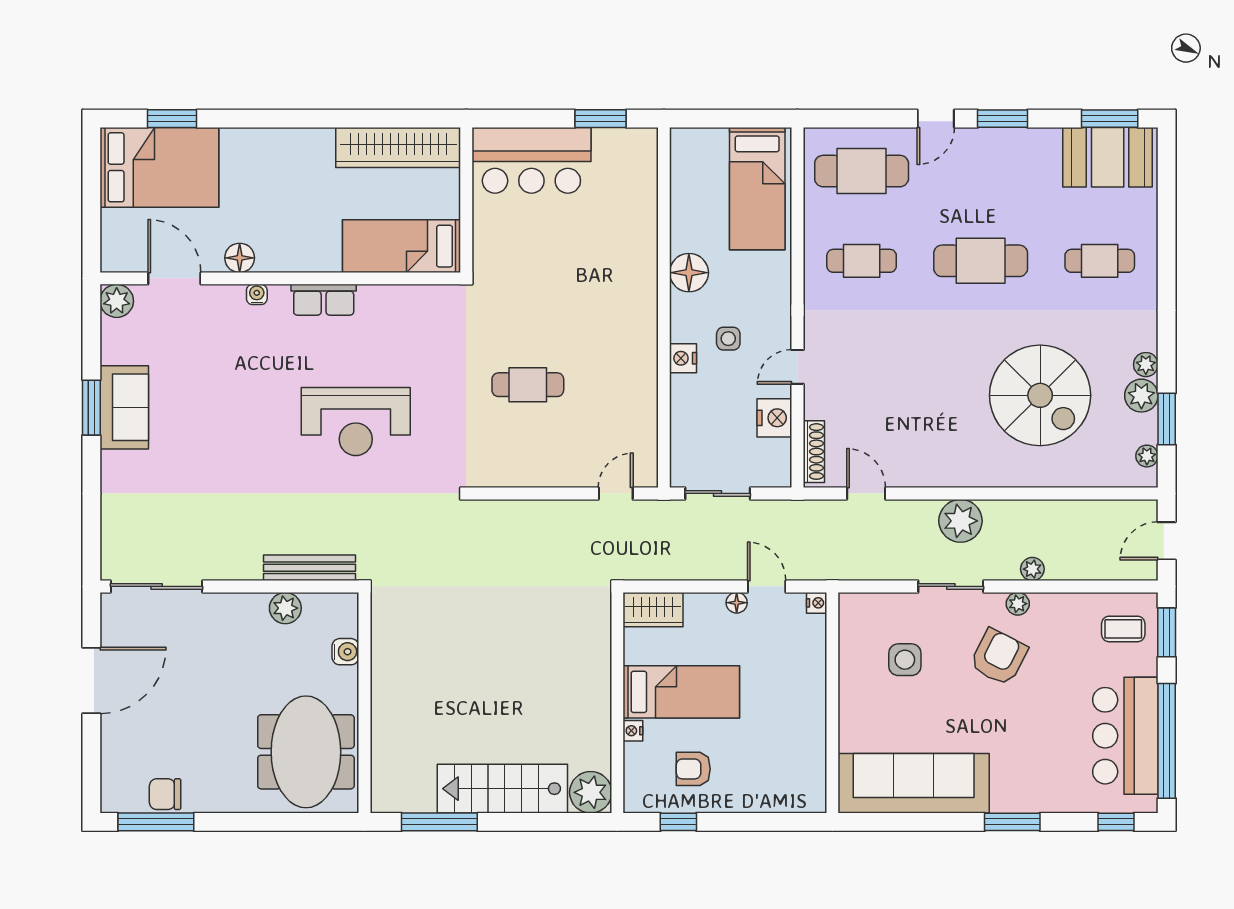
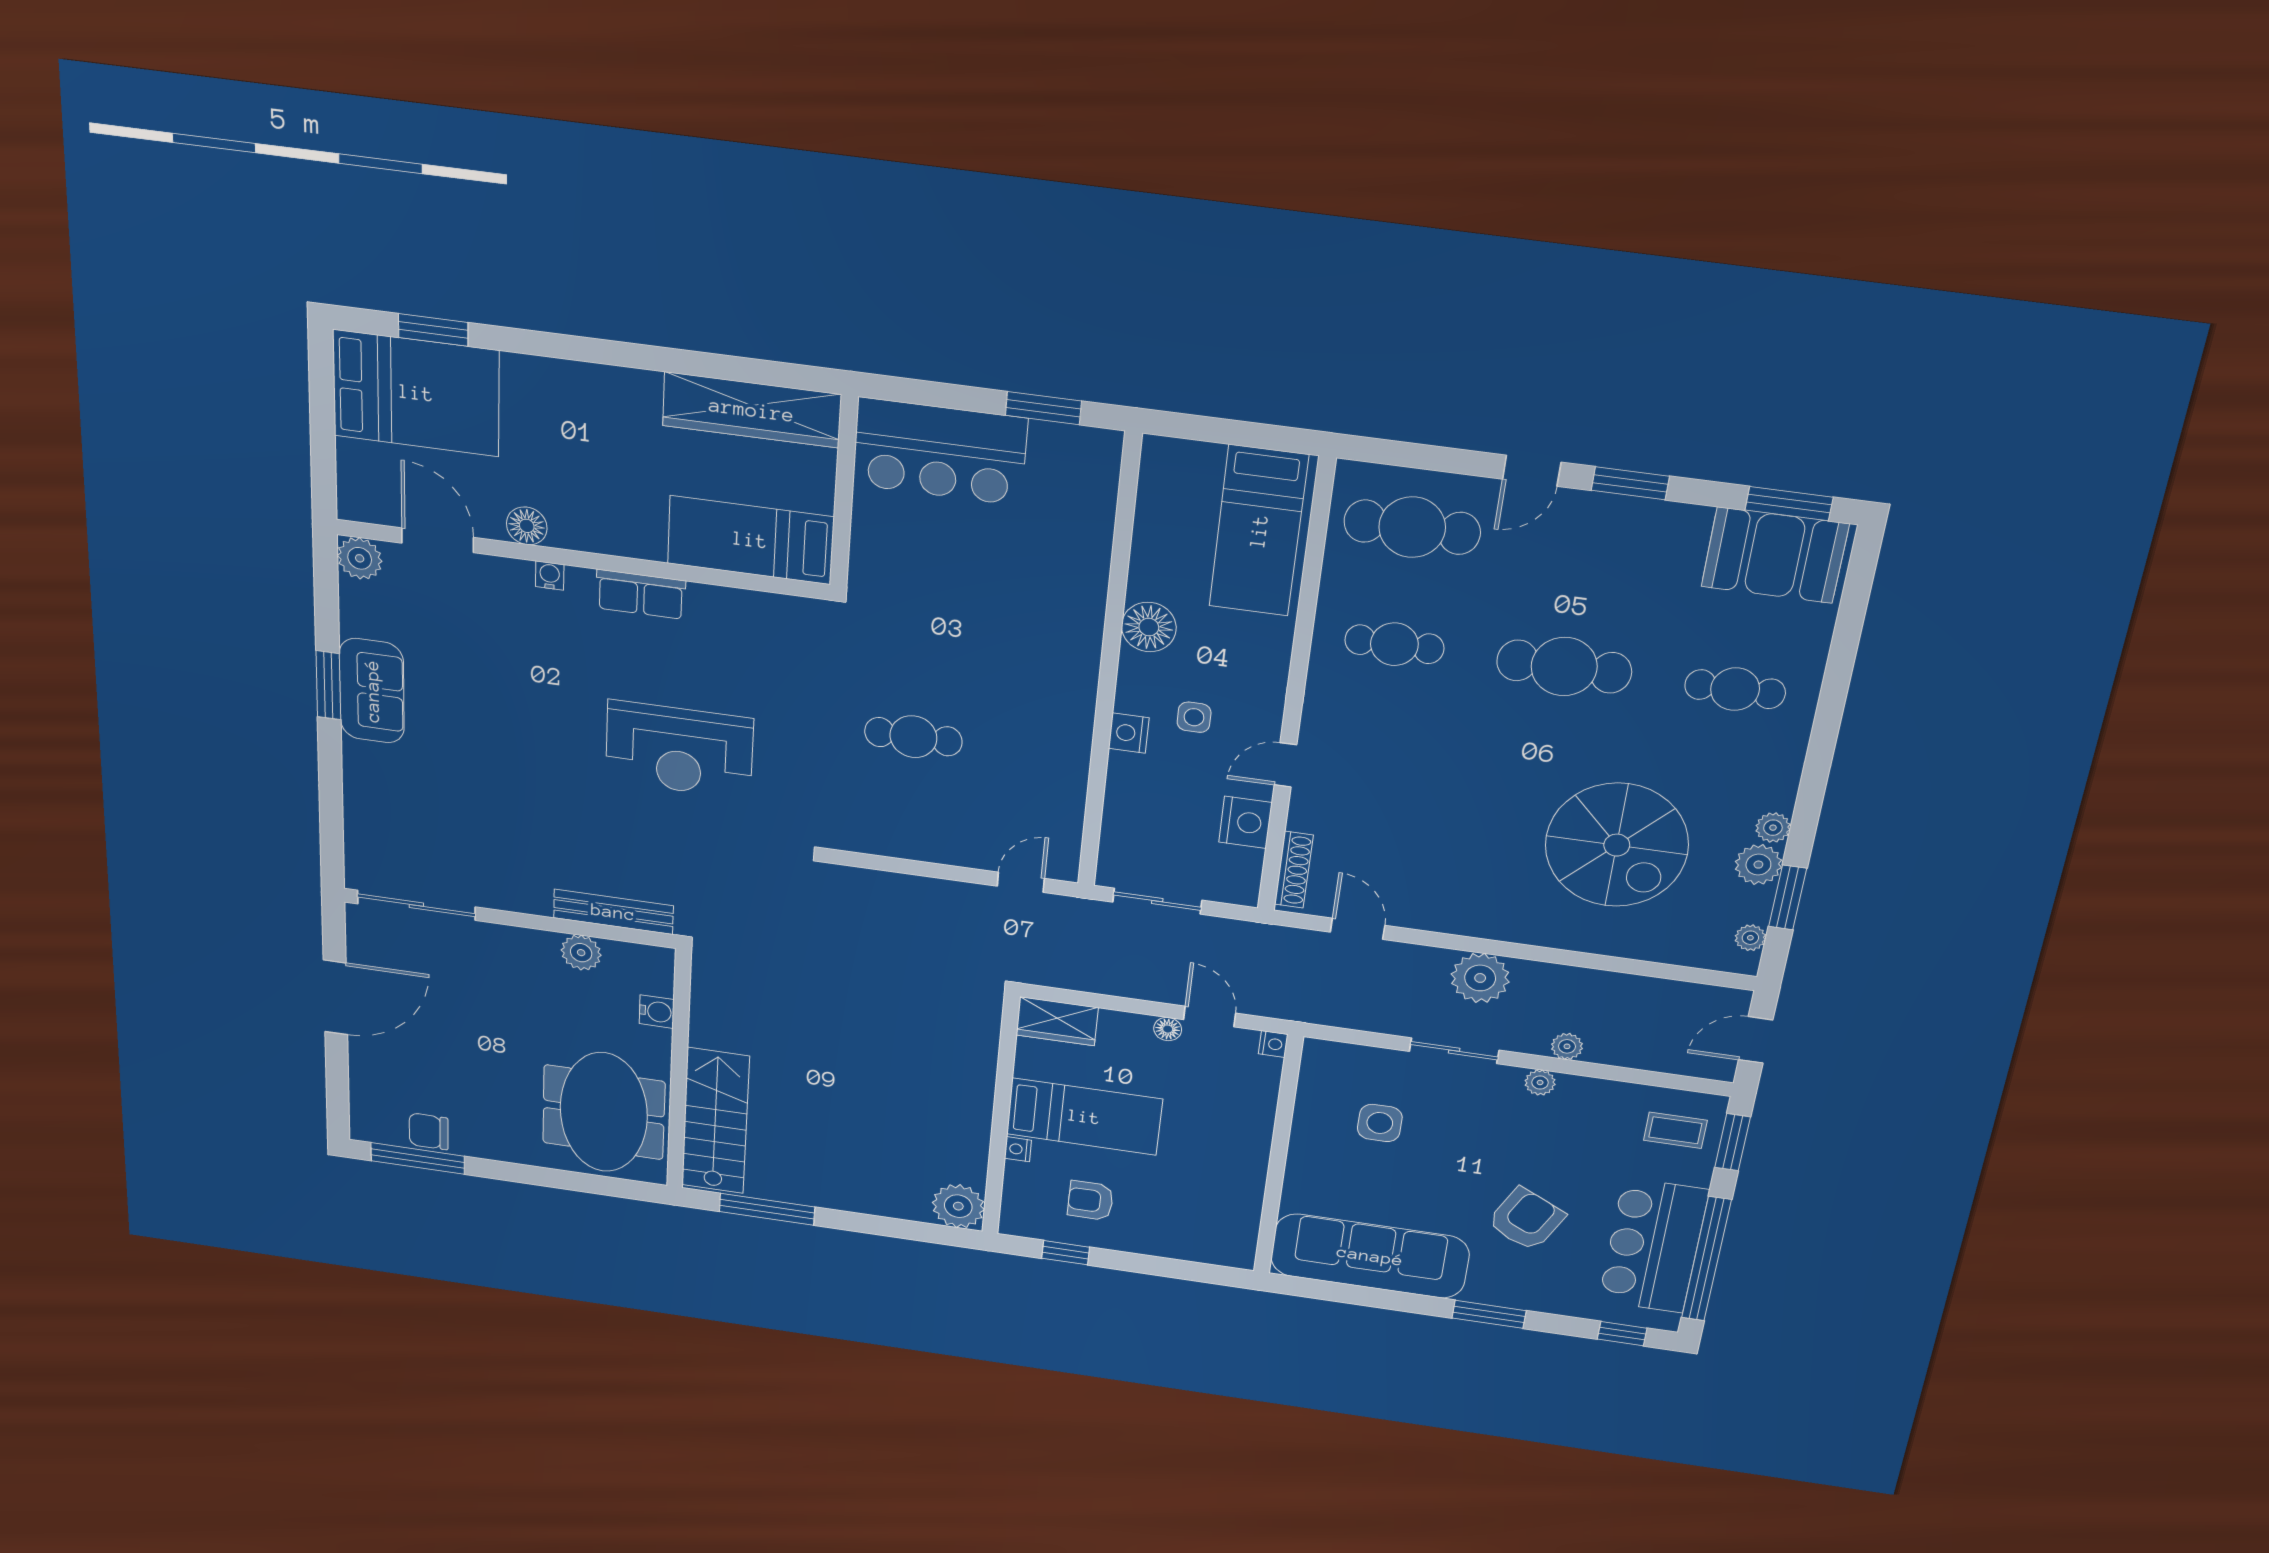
armchair: (999, 657) -> (1526, 1219), moved
stairs: (502, 789) -> (715, 1121), moved, turned 90

